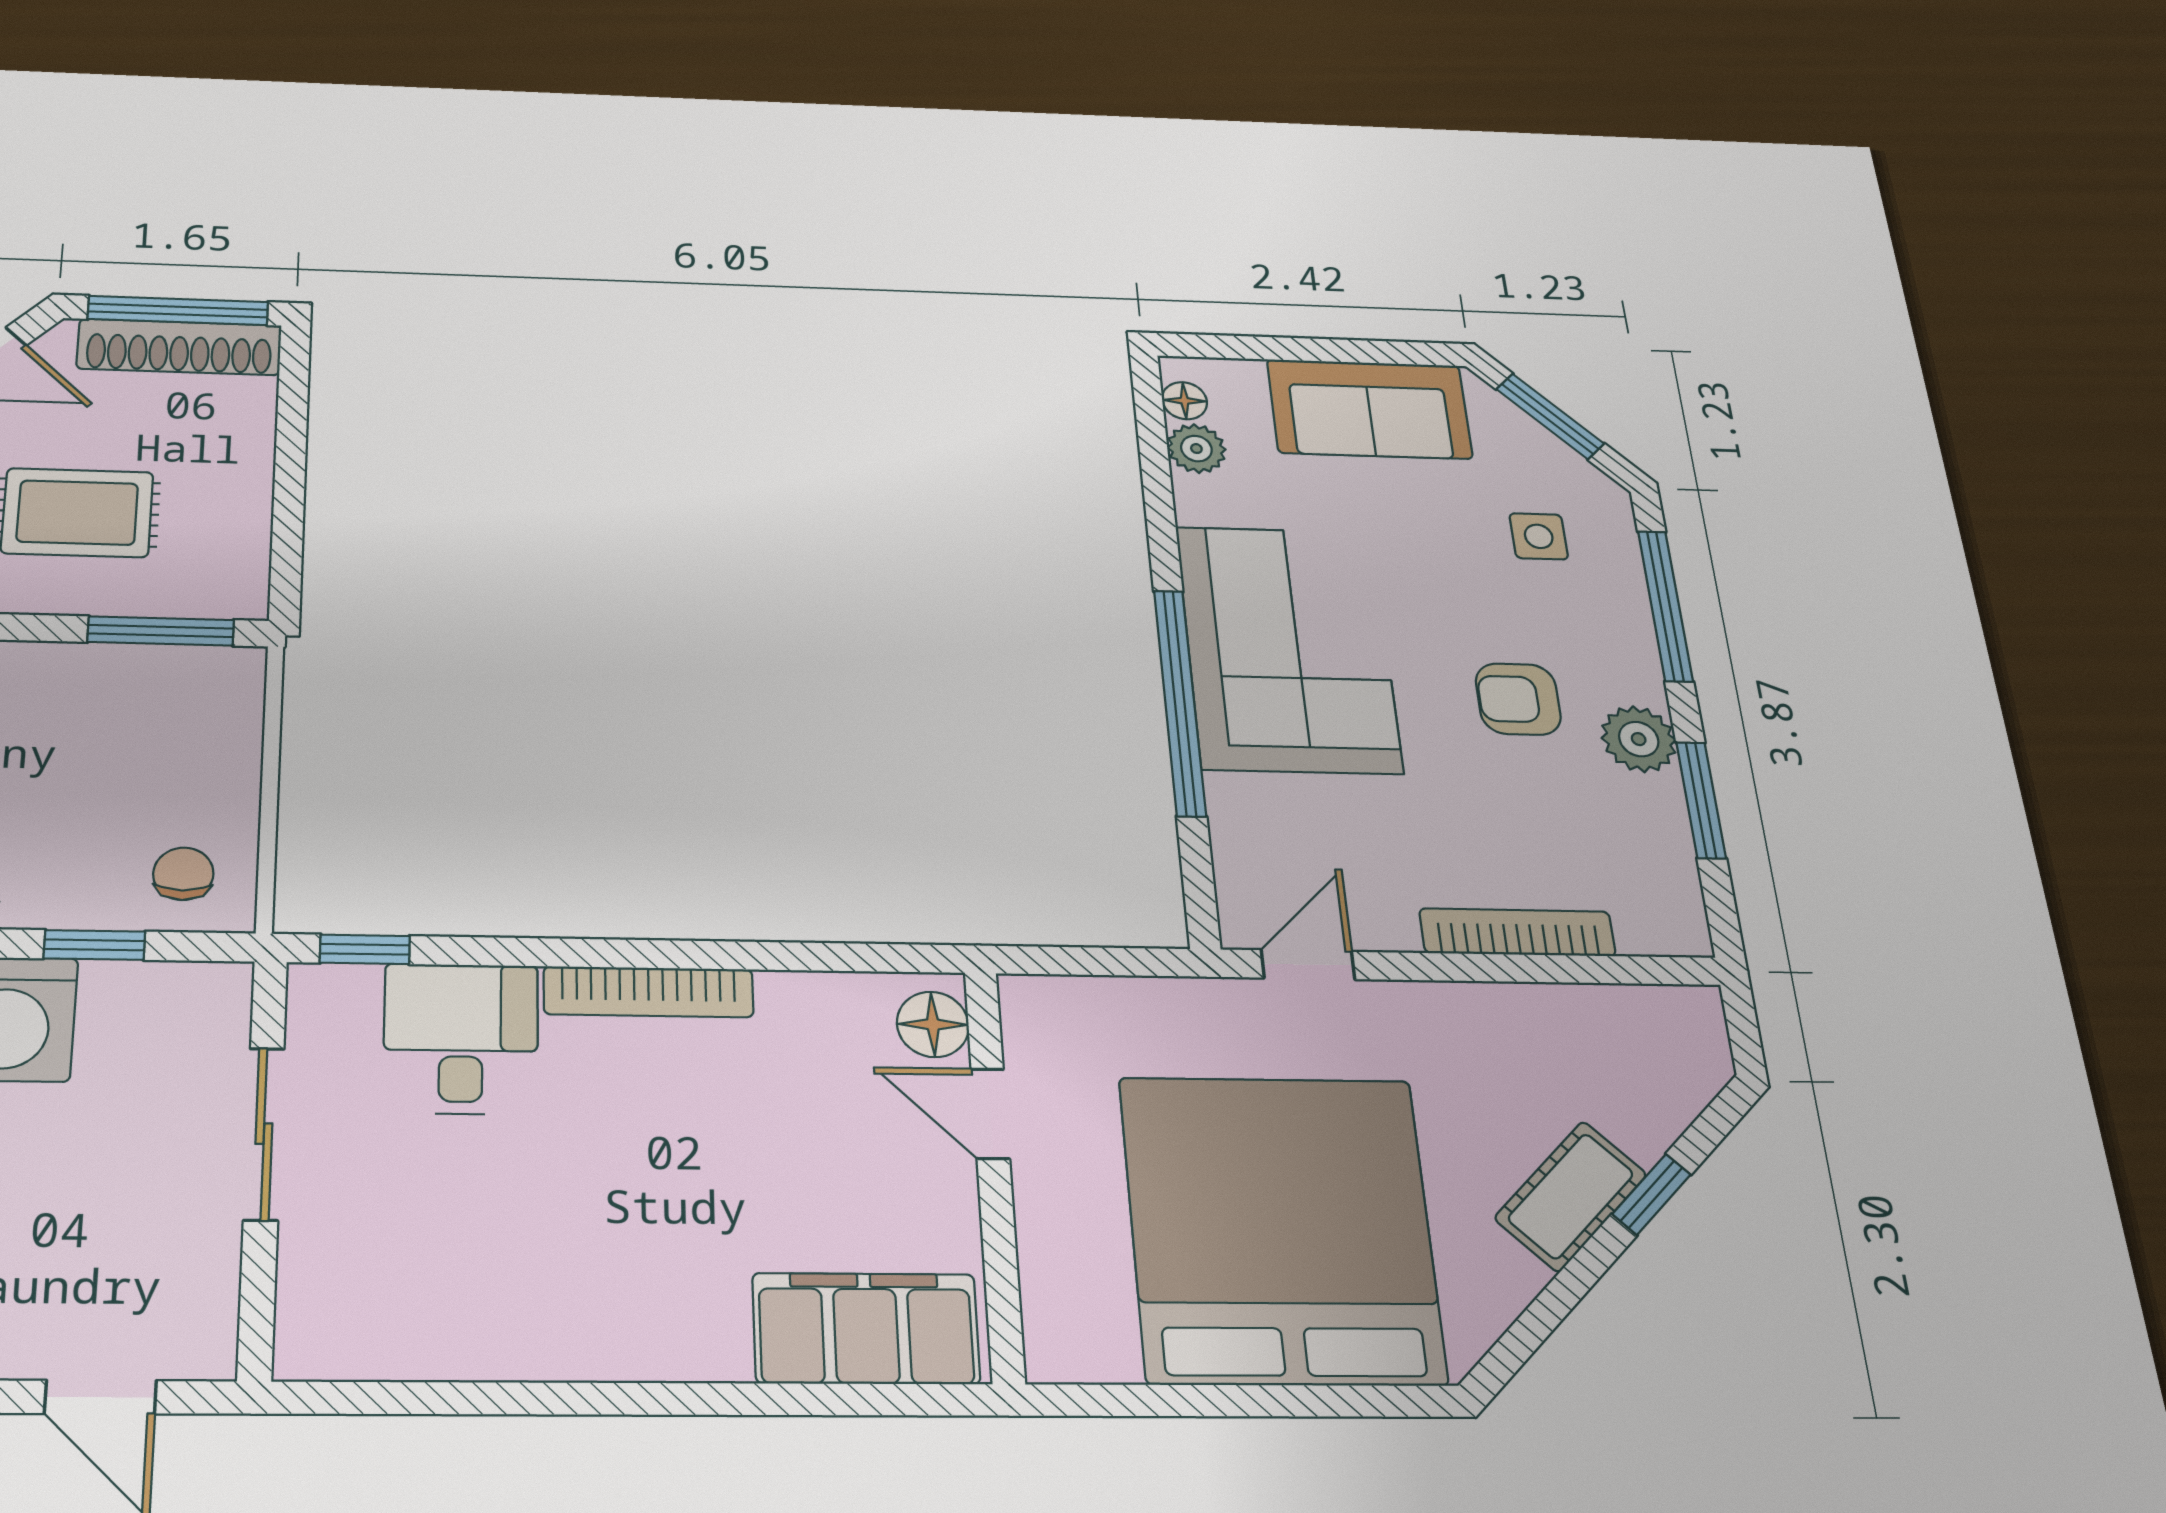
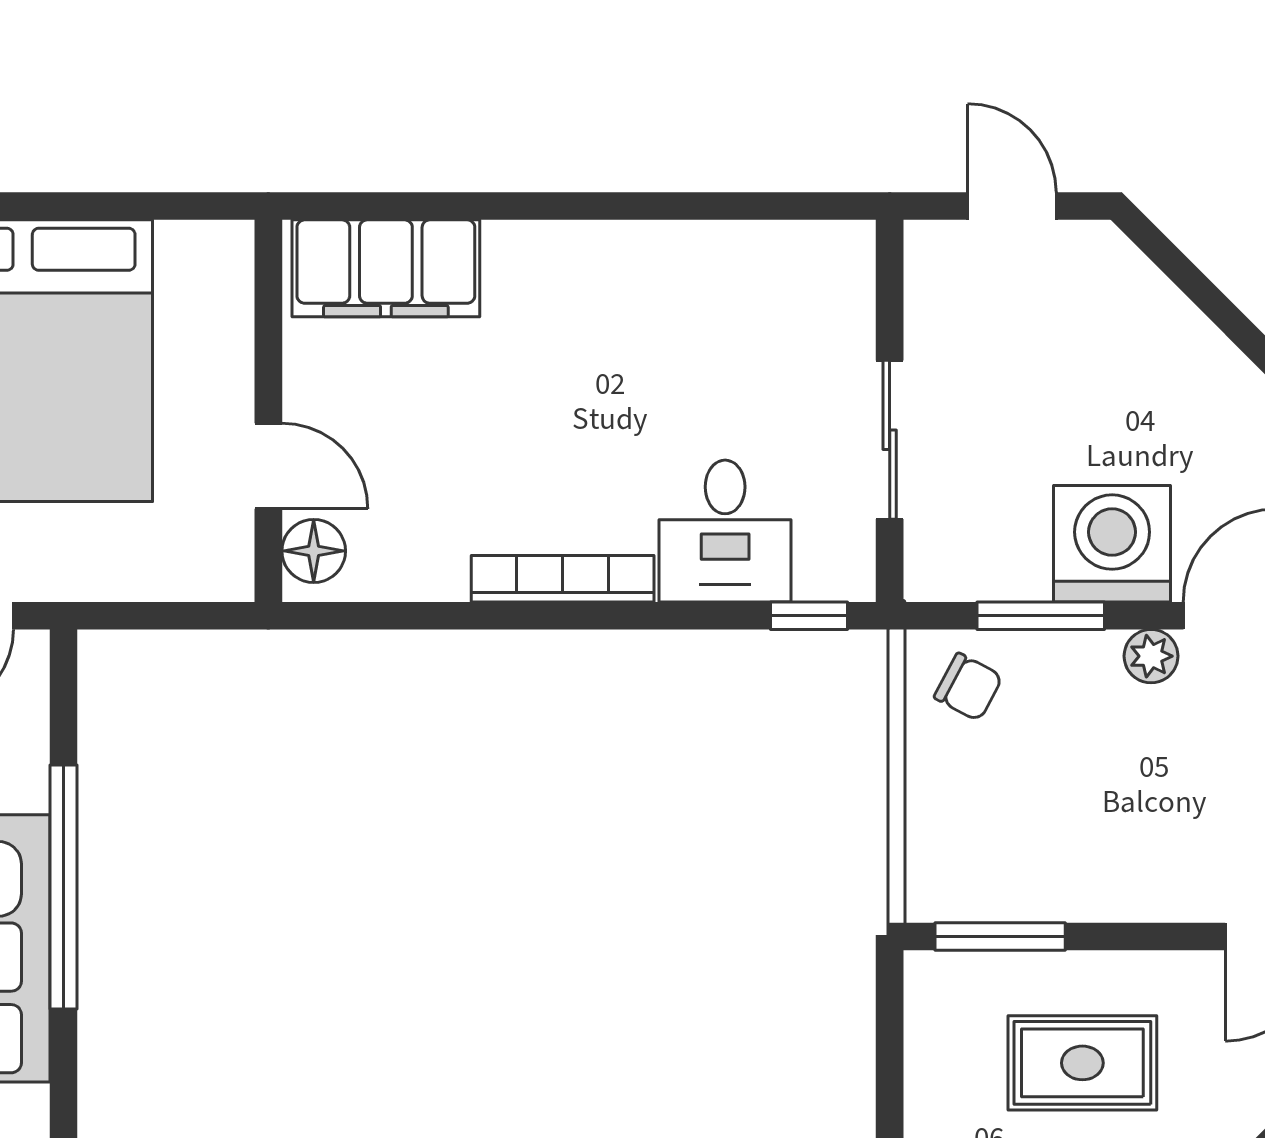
chair: (183, 874) -> (968, 687), turned -62
window: (94, 945) -> (1041, 616), width x1.50

